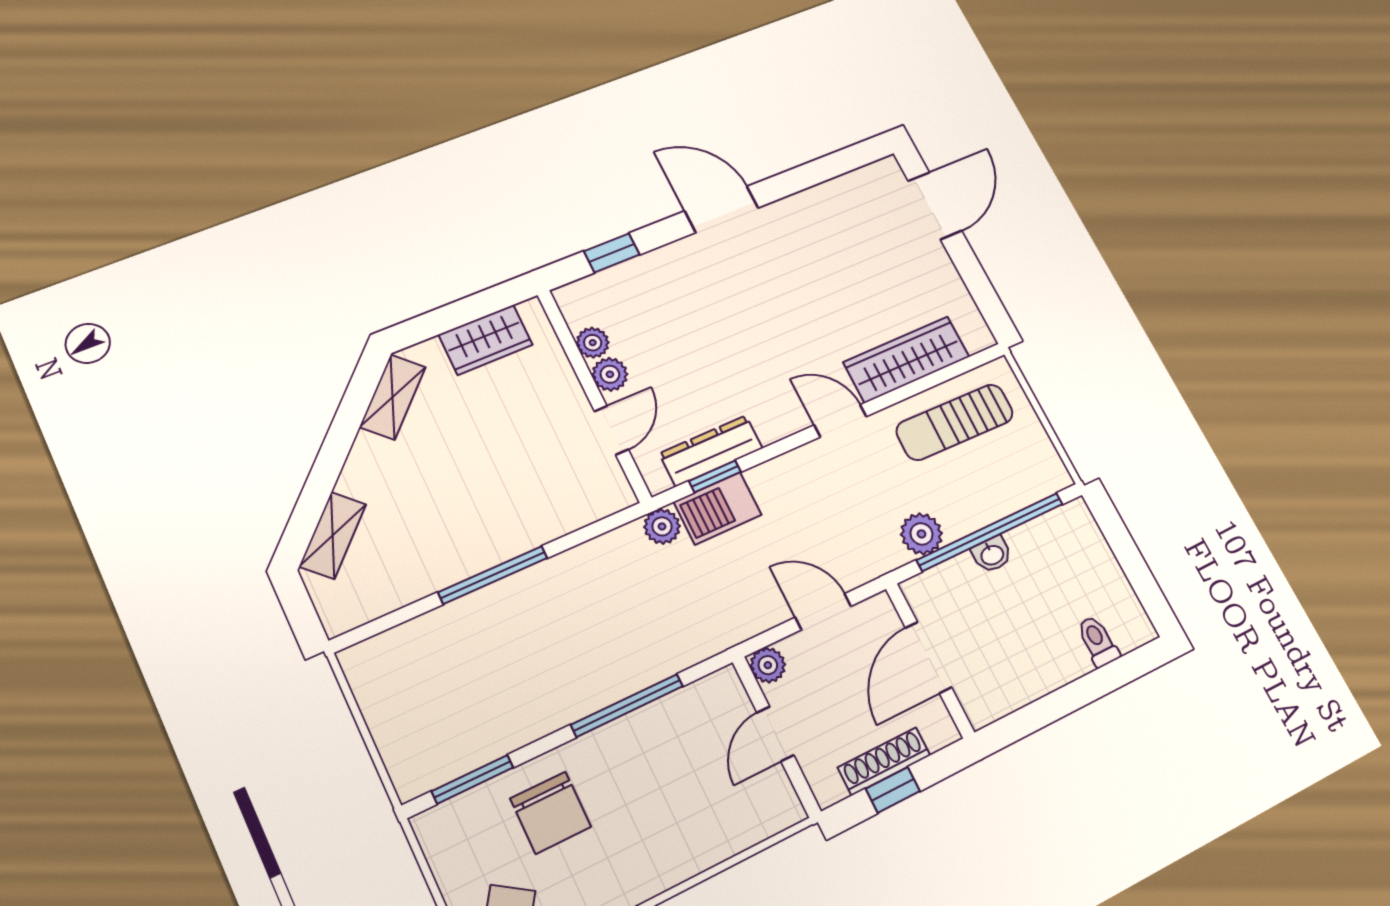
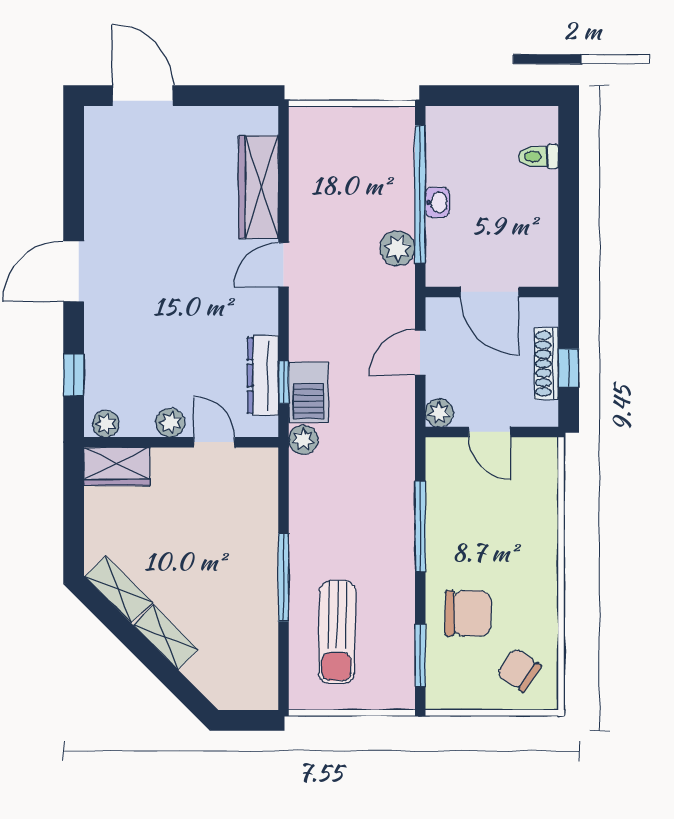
wardrobe: (486, 340) -> (117, 466), moved, turned 90
plant: (593, 343) -> (106, 424), moved
sun lounger: (955, 422) -> (337, 632), moved
shelving: (333, 535) -> (166, 637), moved

